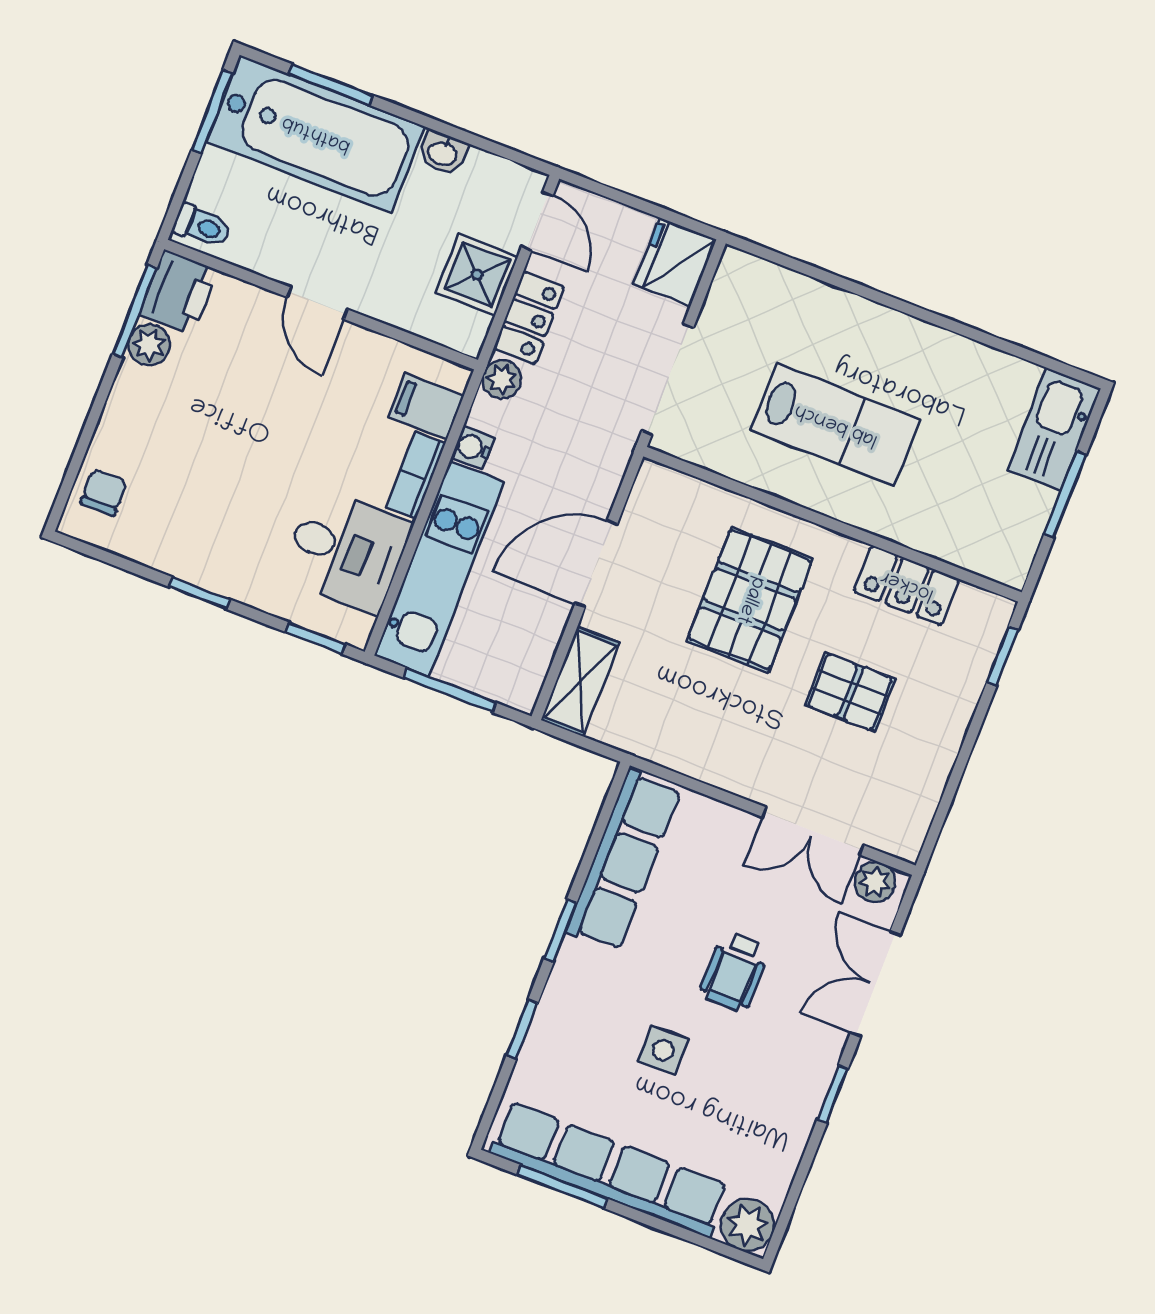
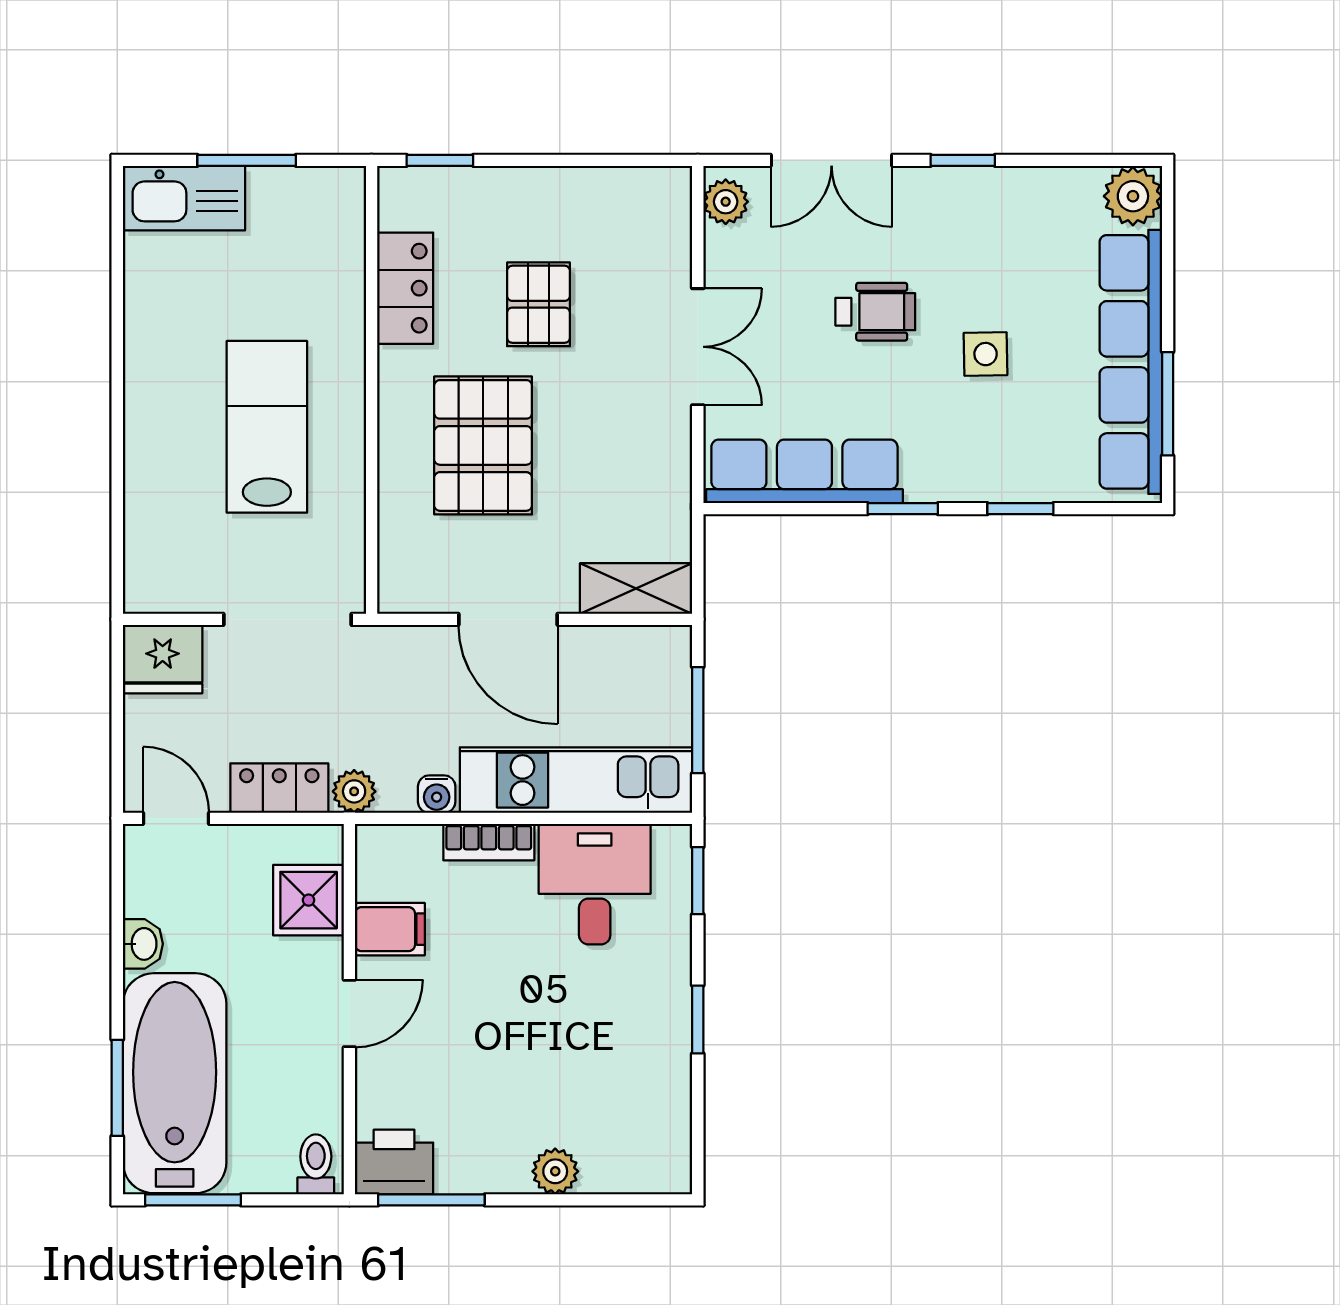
door: (537, 221) -> (176, 818), hinge flipped
shower: (477, 275) -> (309, 900), moved
plant: (149, 345) -> (555, 1171), moved
filing cabinet: (426, 406) -> (390, 929), moved, turned -90
chair: (104, 492) -> (632, 1159), removed
pallet: (750, 600) -> (483, 445), turned 90
double door: (813, 831) -> (698, 347), moved

